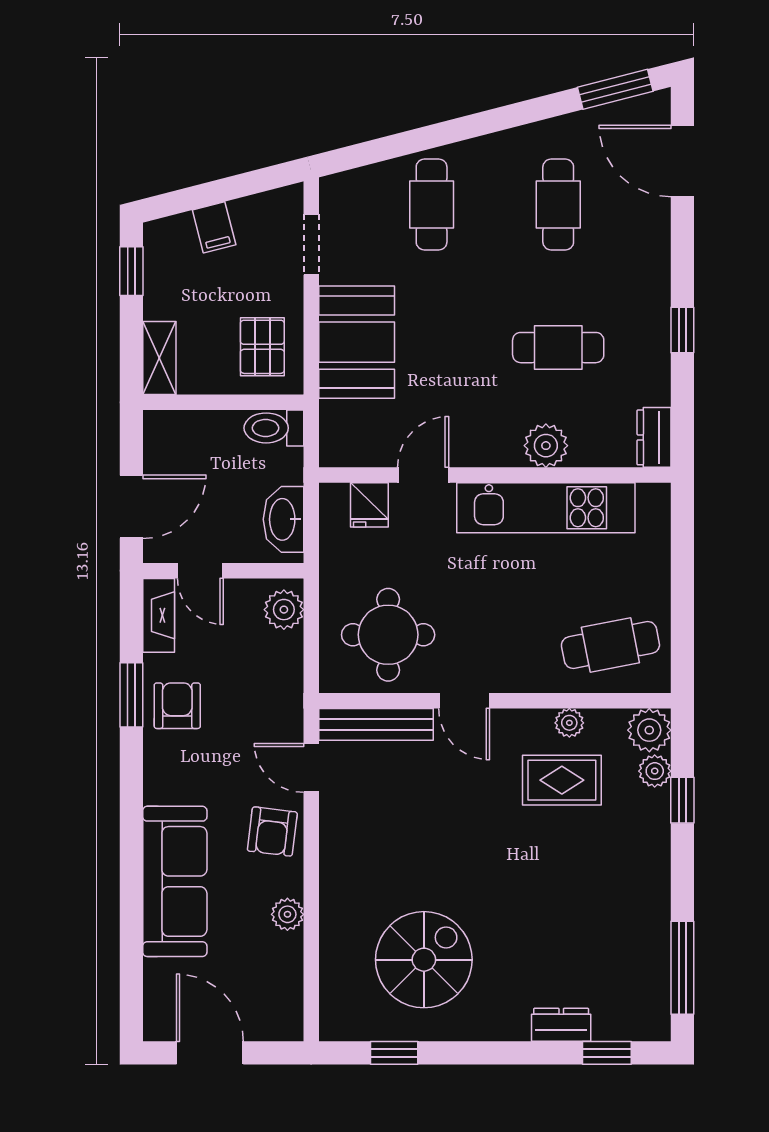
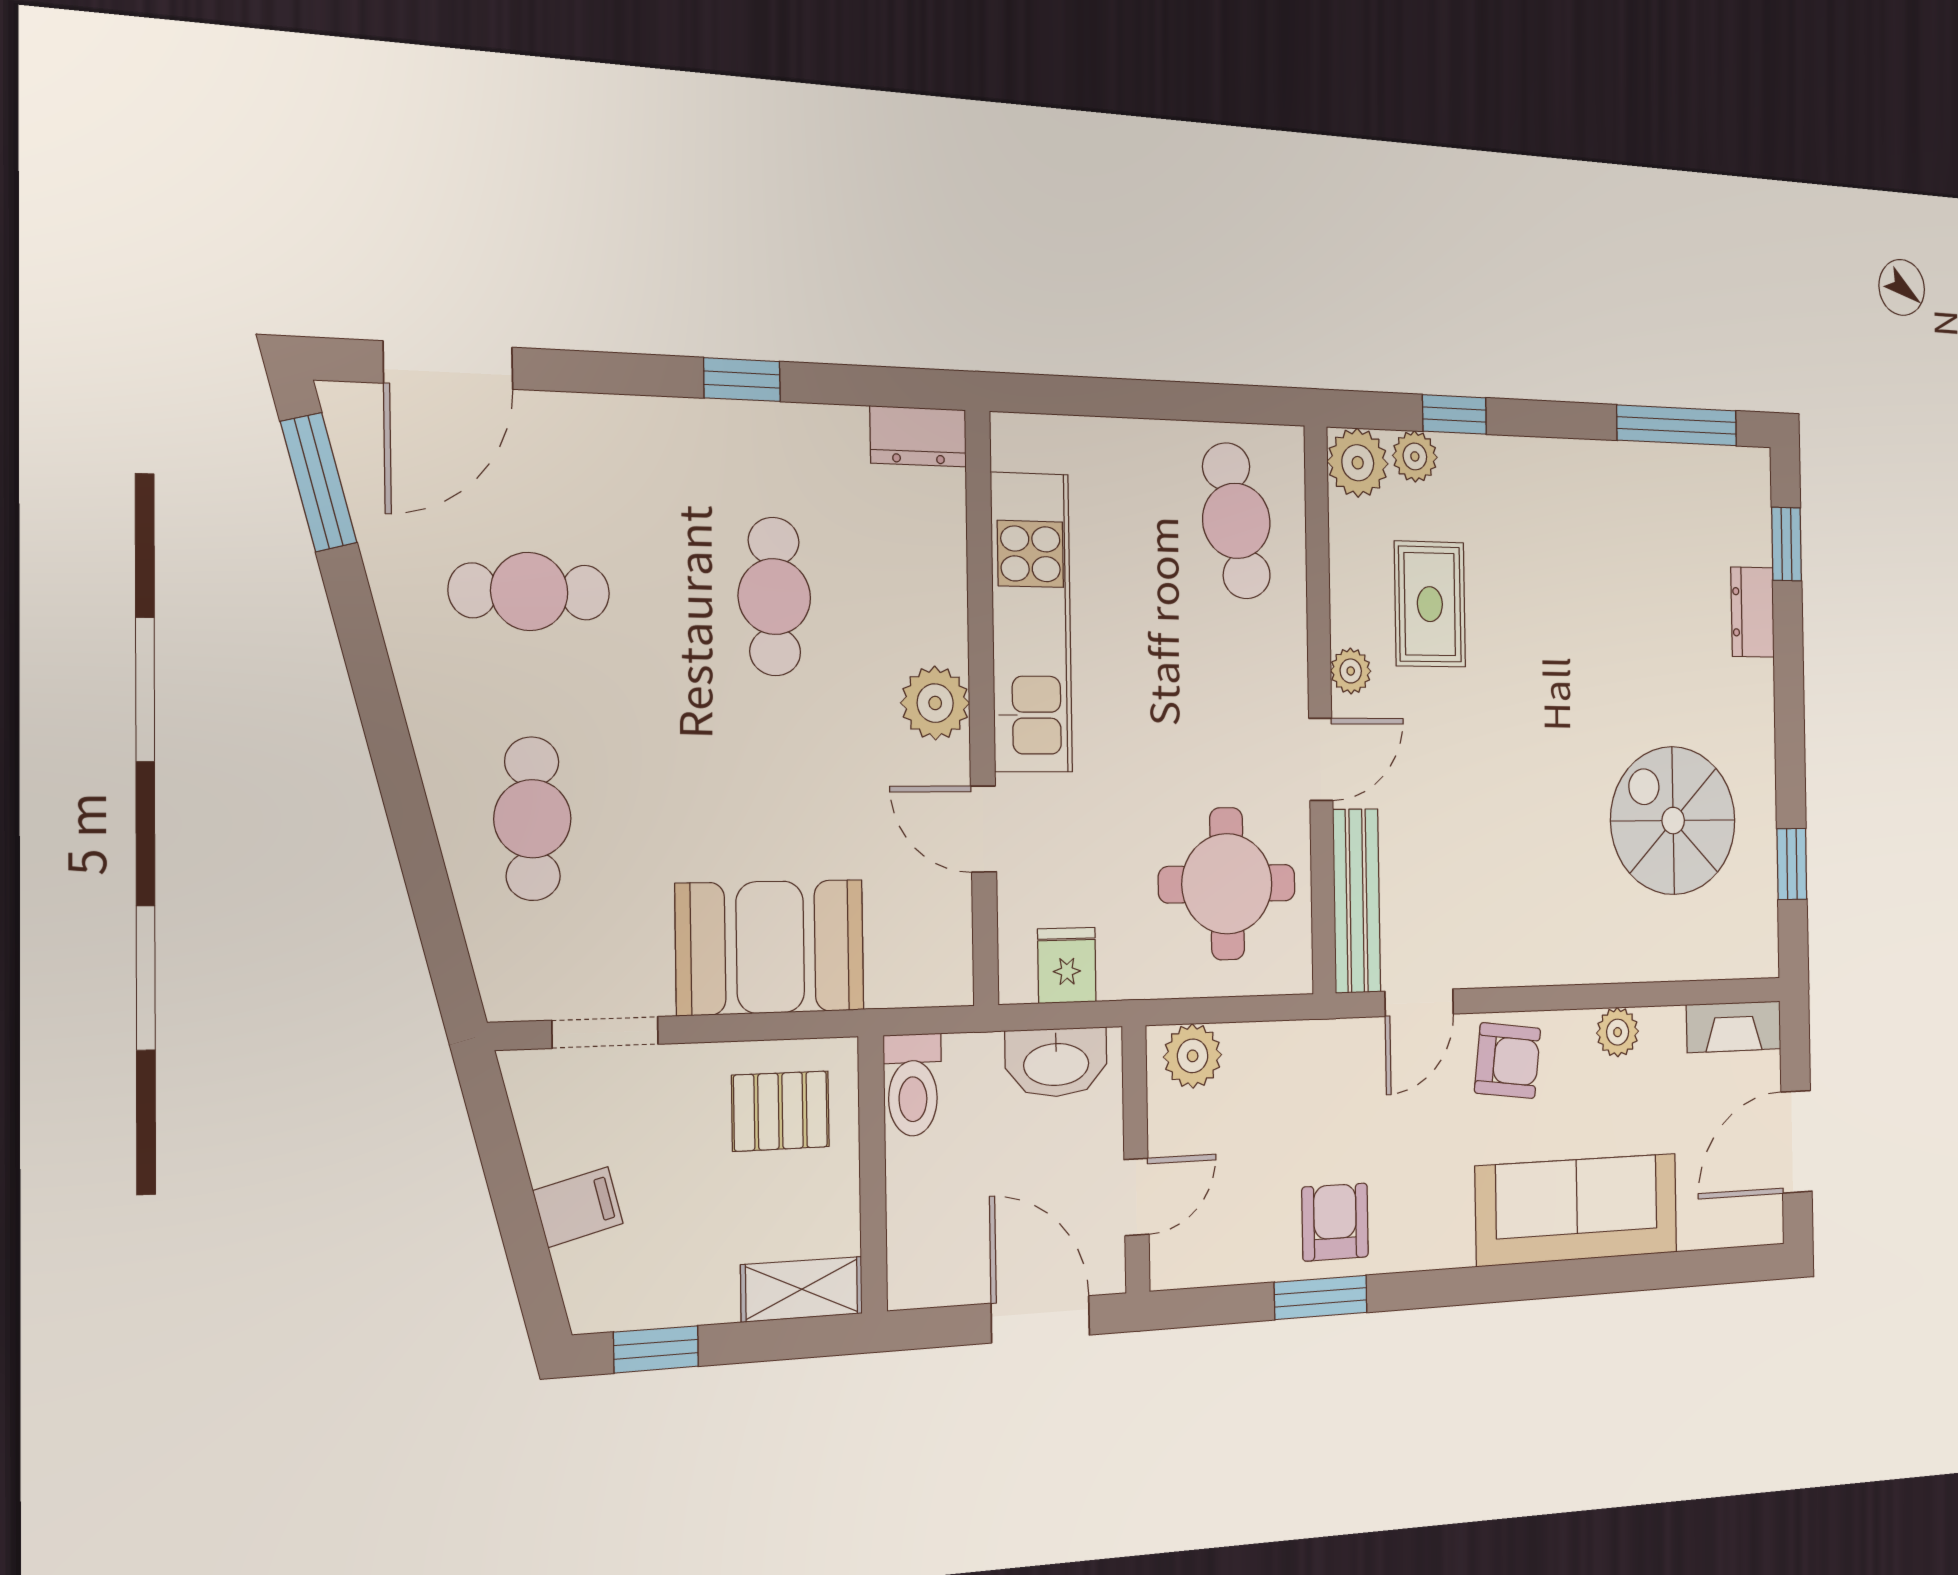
cafe table: (432, 205) -> (532, 819), turned 90
plant: (546, 446) -> (935, 703), moved
fridge: (369, 505) -> (1067, 965), moved, turned -90
fireplace: (159, 615) -> (1734, 1027), moved, turned 180
armchair: (177, 706) -> (1335, 1222), turned 90
plant: (569, 723) -> (1351, 671), moved

